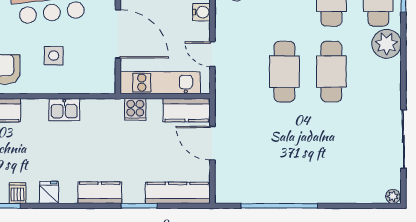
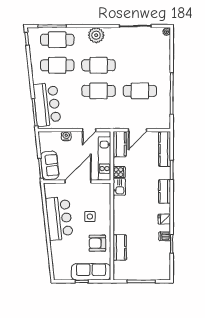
plant: (387, 44) -> (96, 35), moved
kitchen sink: (64, 110) -> (119, 187), moved
cafe table: (284, 147) -> (140, 91), added

